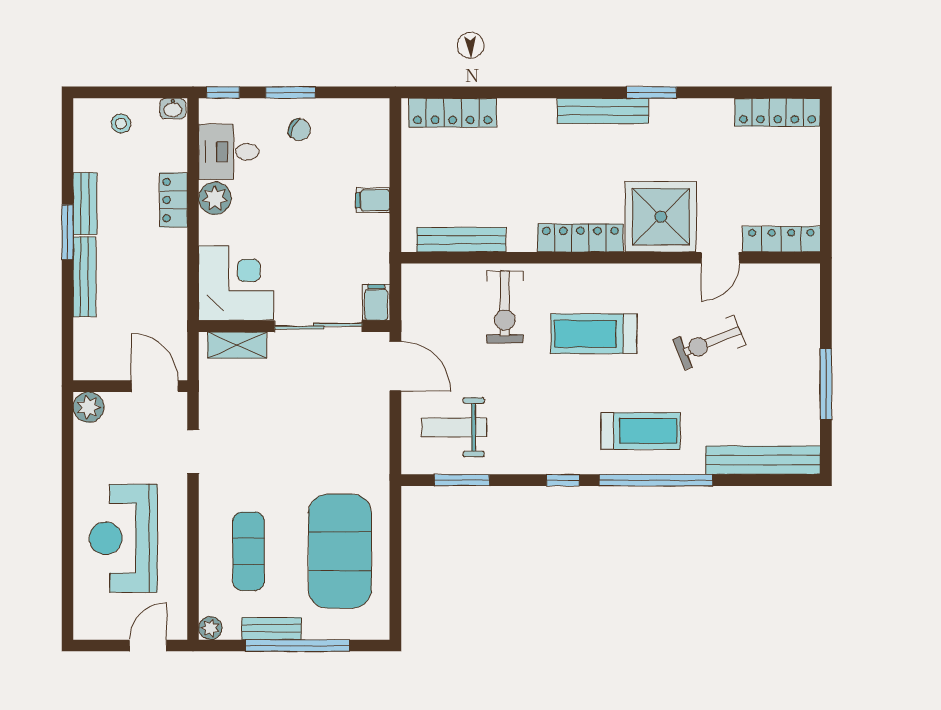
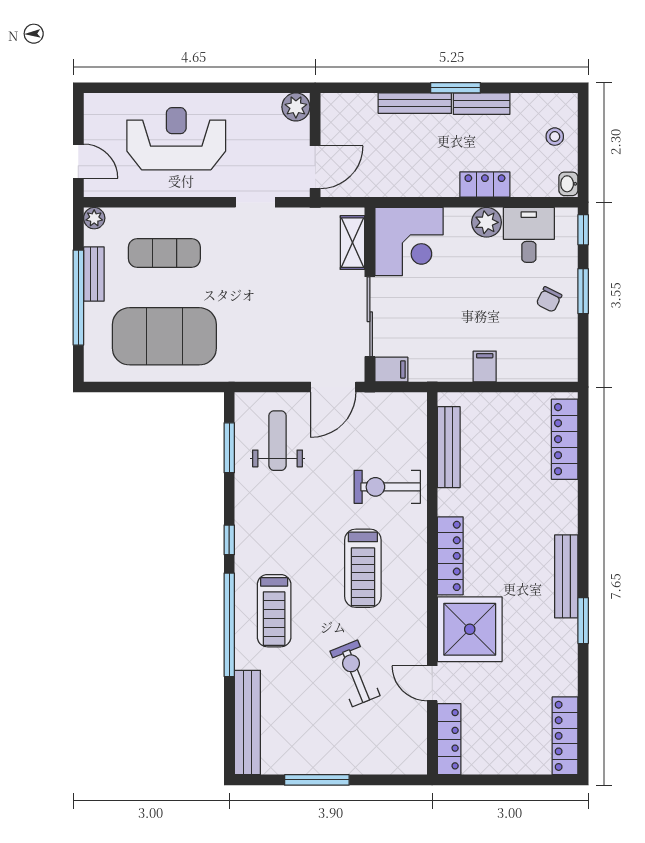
treadmill: (594, 334) -> (363, 568), turned 180

